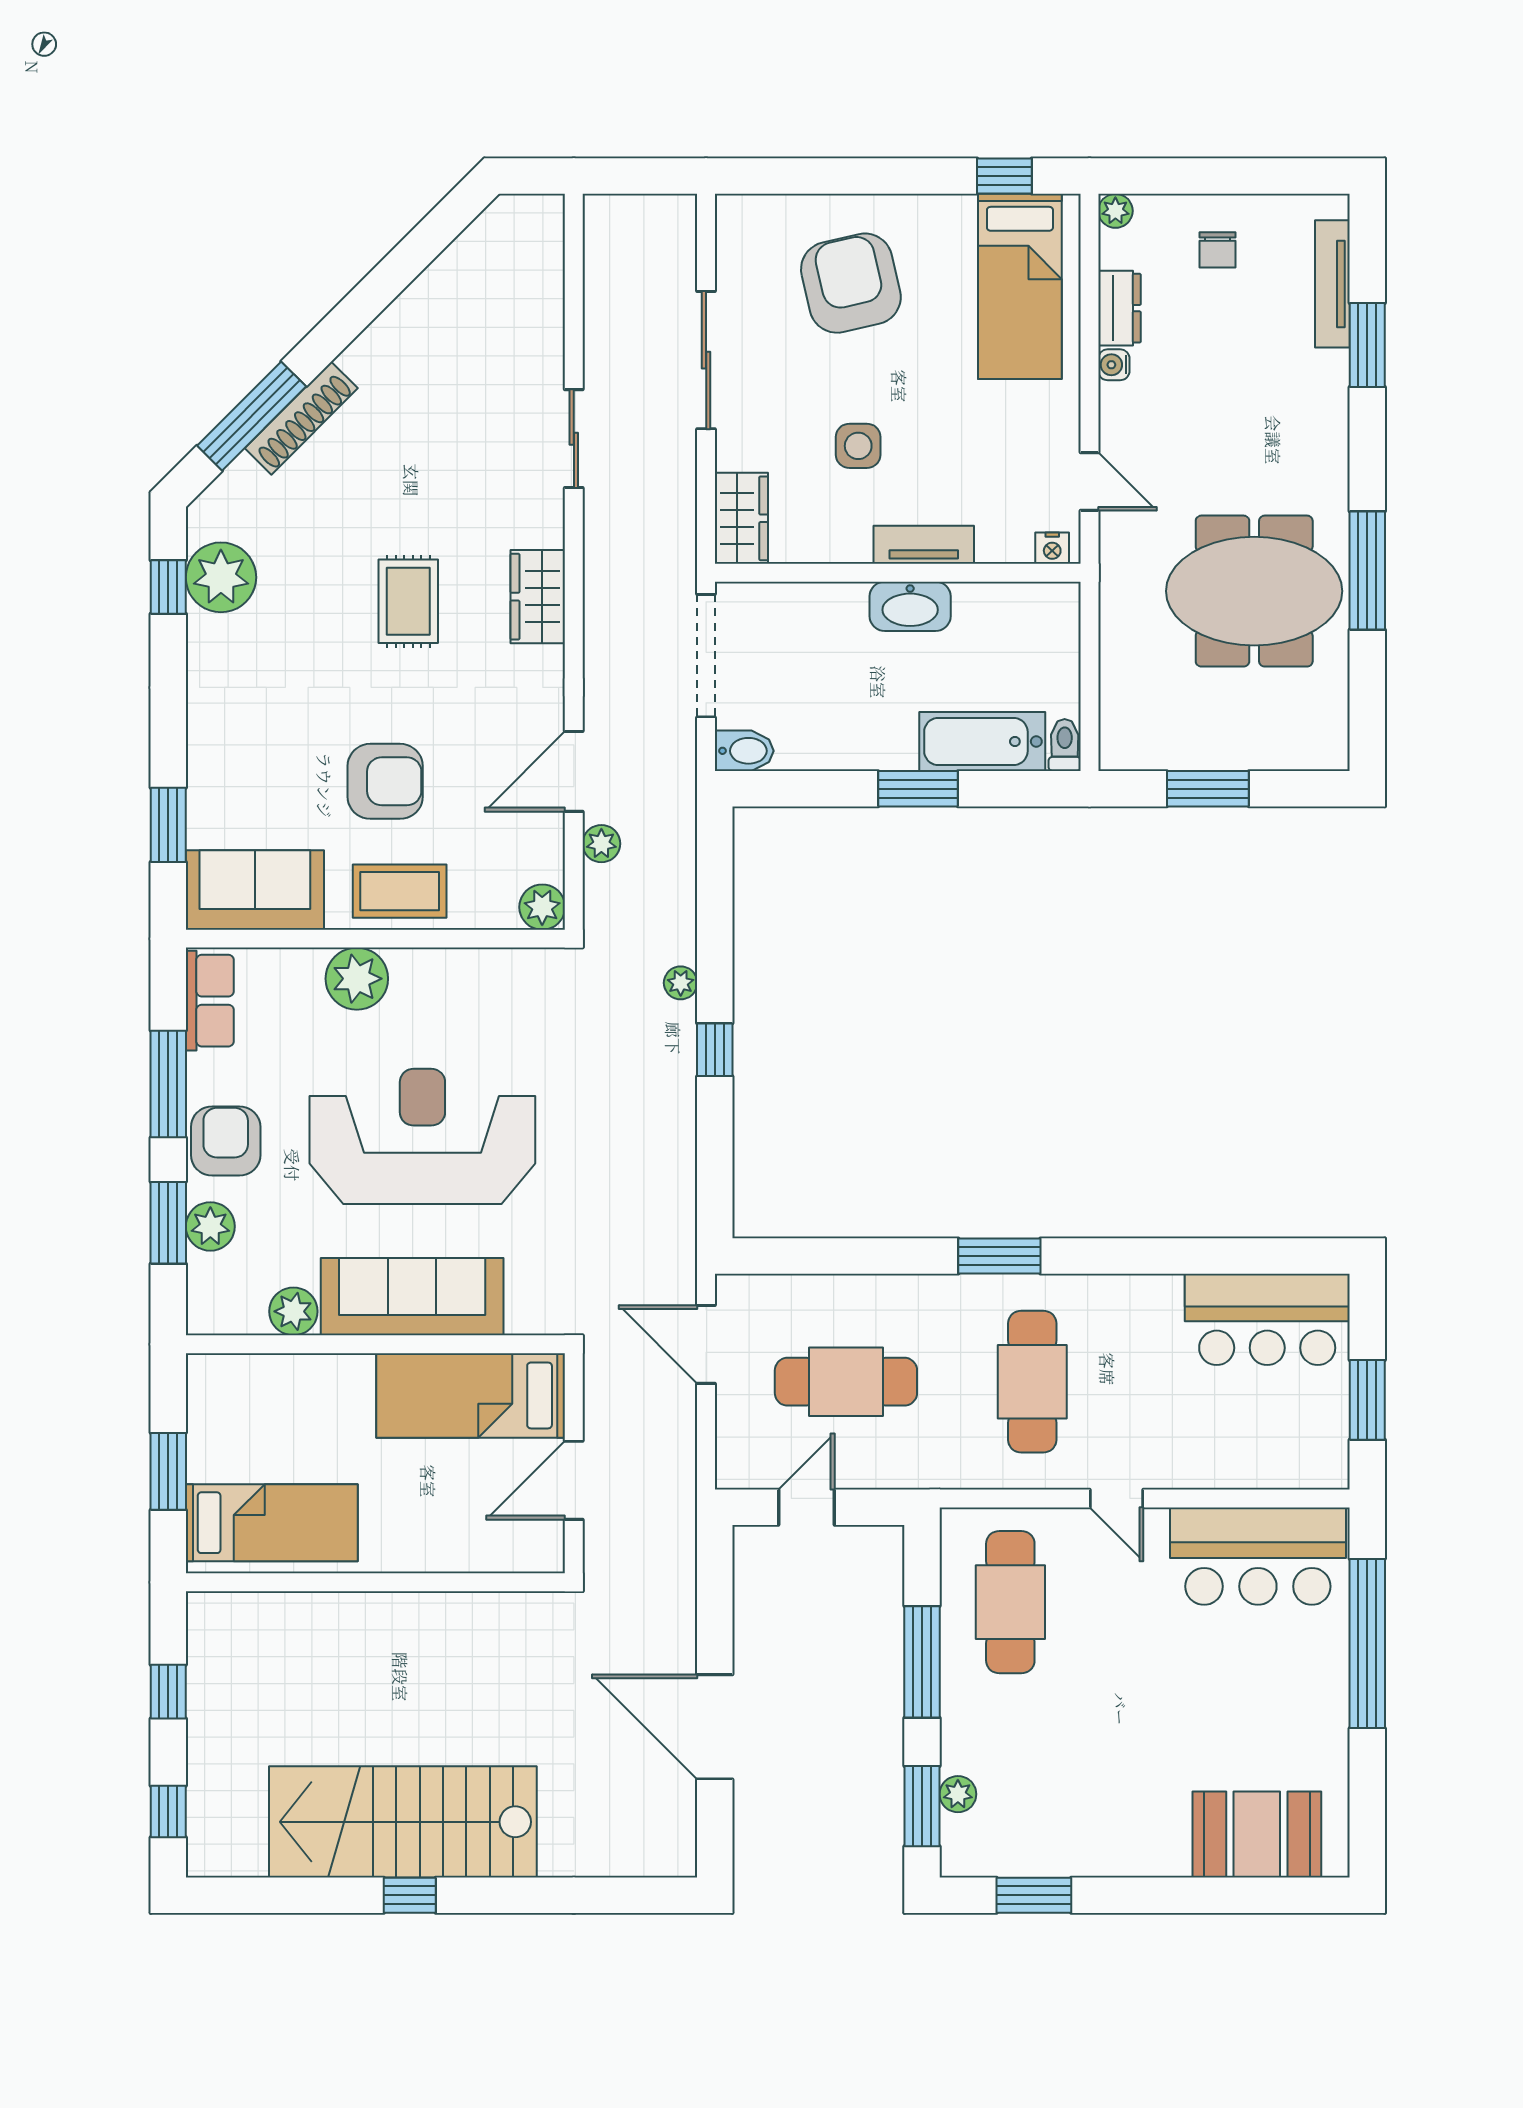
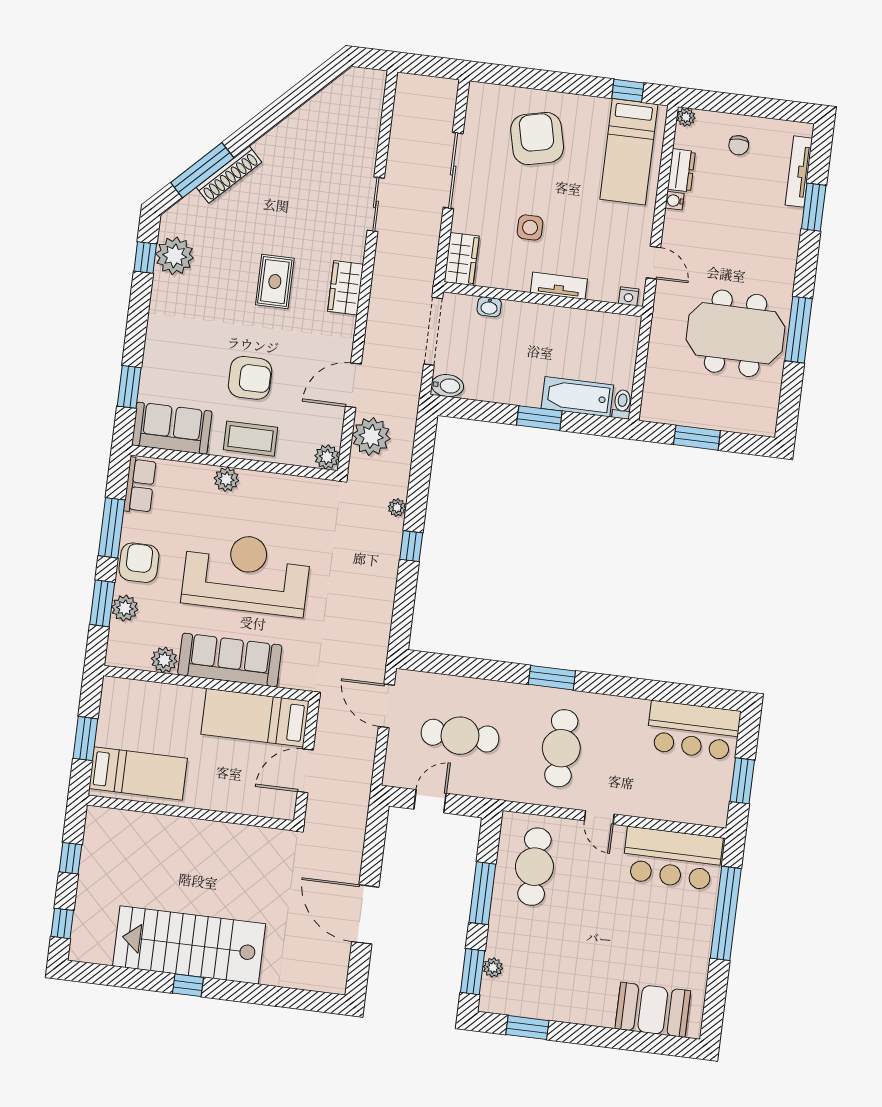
washbasin: (910, 606) -> (489, 307), moved, width x0.52, depth x0.69
plant: (601, 844) -> (371, 436), width x1.88, depth x1.88
plant: (357, 979) -> (226, 479), width x0.73, depth x0.73

